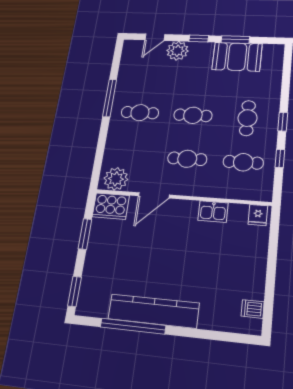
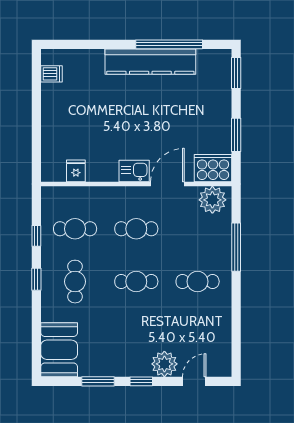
booth: (237, 57) -> (59, 350), moved, turned 90
window: (110, 98) -> (236, 247), moved
kitchen sink: (213, 212) -> (134, 171), moved
fridge: (258, 215) -> (76, 171), moved

